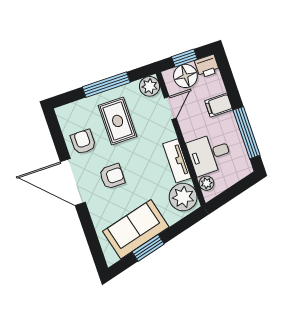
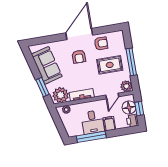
door: (170, 108) -> (112, 96), hinge flipped
desk: (209, 154) -> (93, 122), moved, turned 180
window: (148, 248) -> (42, 87), moved

